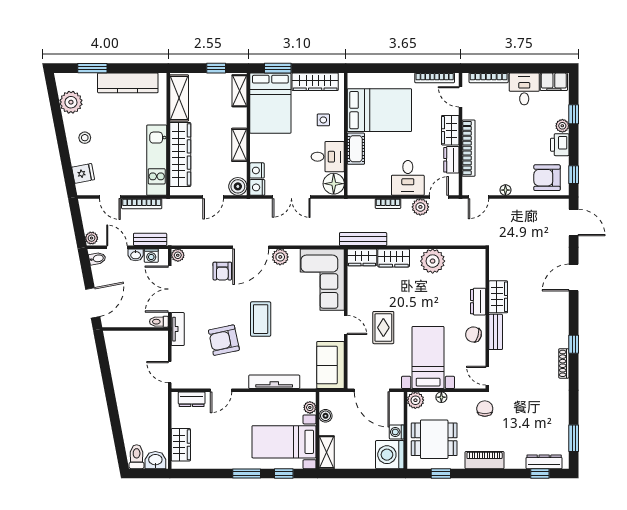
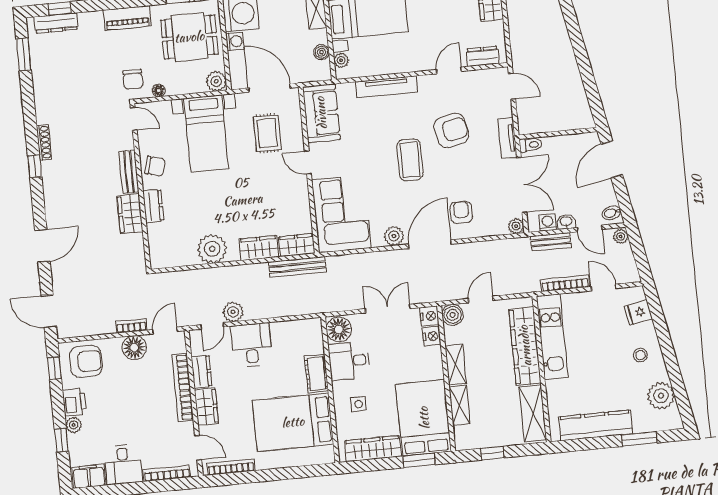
shelving: (239, 91) -> (459, 405), moved
floor lamp: (505, 190) -> (134, 348), width x1.89, depth x1.89
bookcase: (388, 204) -> (131, 326), moved
rug: (383, 328) -> (267, 133), moved
floor lamp: (441, 397) -> (159, 91), moved

